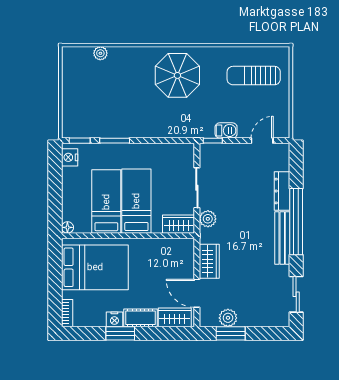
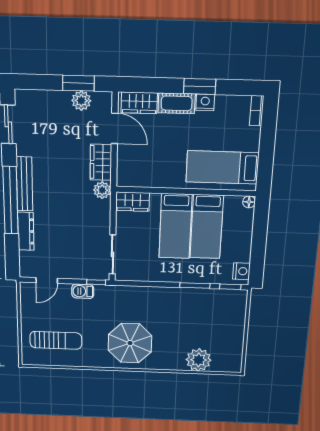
plant: (100, 53) -> (199, 360), width x1.88, depth x1.88
sliding door: (197, 188) -> (112, 254), moved
plant: (208, 219) -> (102, 190), moved
bed: (95, 267) -> (222, 167), width x0.67

